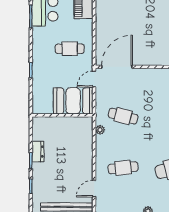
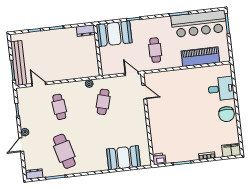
door: (117, 67) -> (144, 92), width x0.53
booth: (73, 101) -> (114, 34), moved, turned 90
dresser: (38, 151) -> (86, 31), moved

